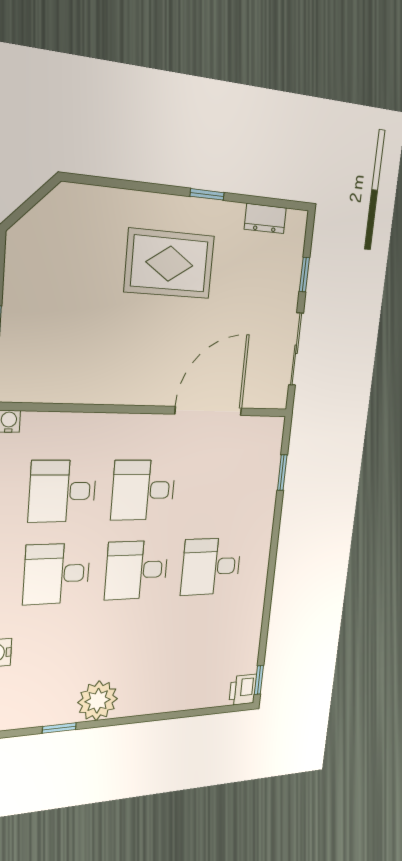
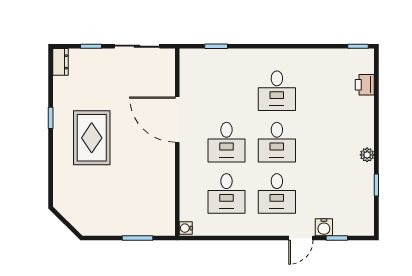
dresser: (265, 219) -> (60, 62), moved
door: (209, 411) -> (177, 120), moved
printer: (243, 690) -> (365, 85), moved, turned 90
plant: (98, 701) -> (367, 155), width x0.53, depth x0.53

